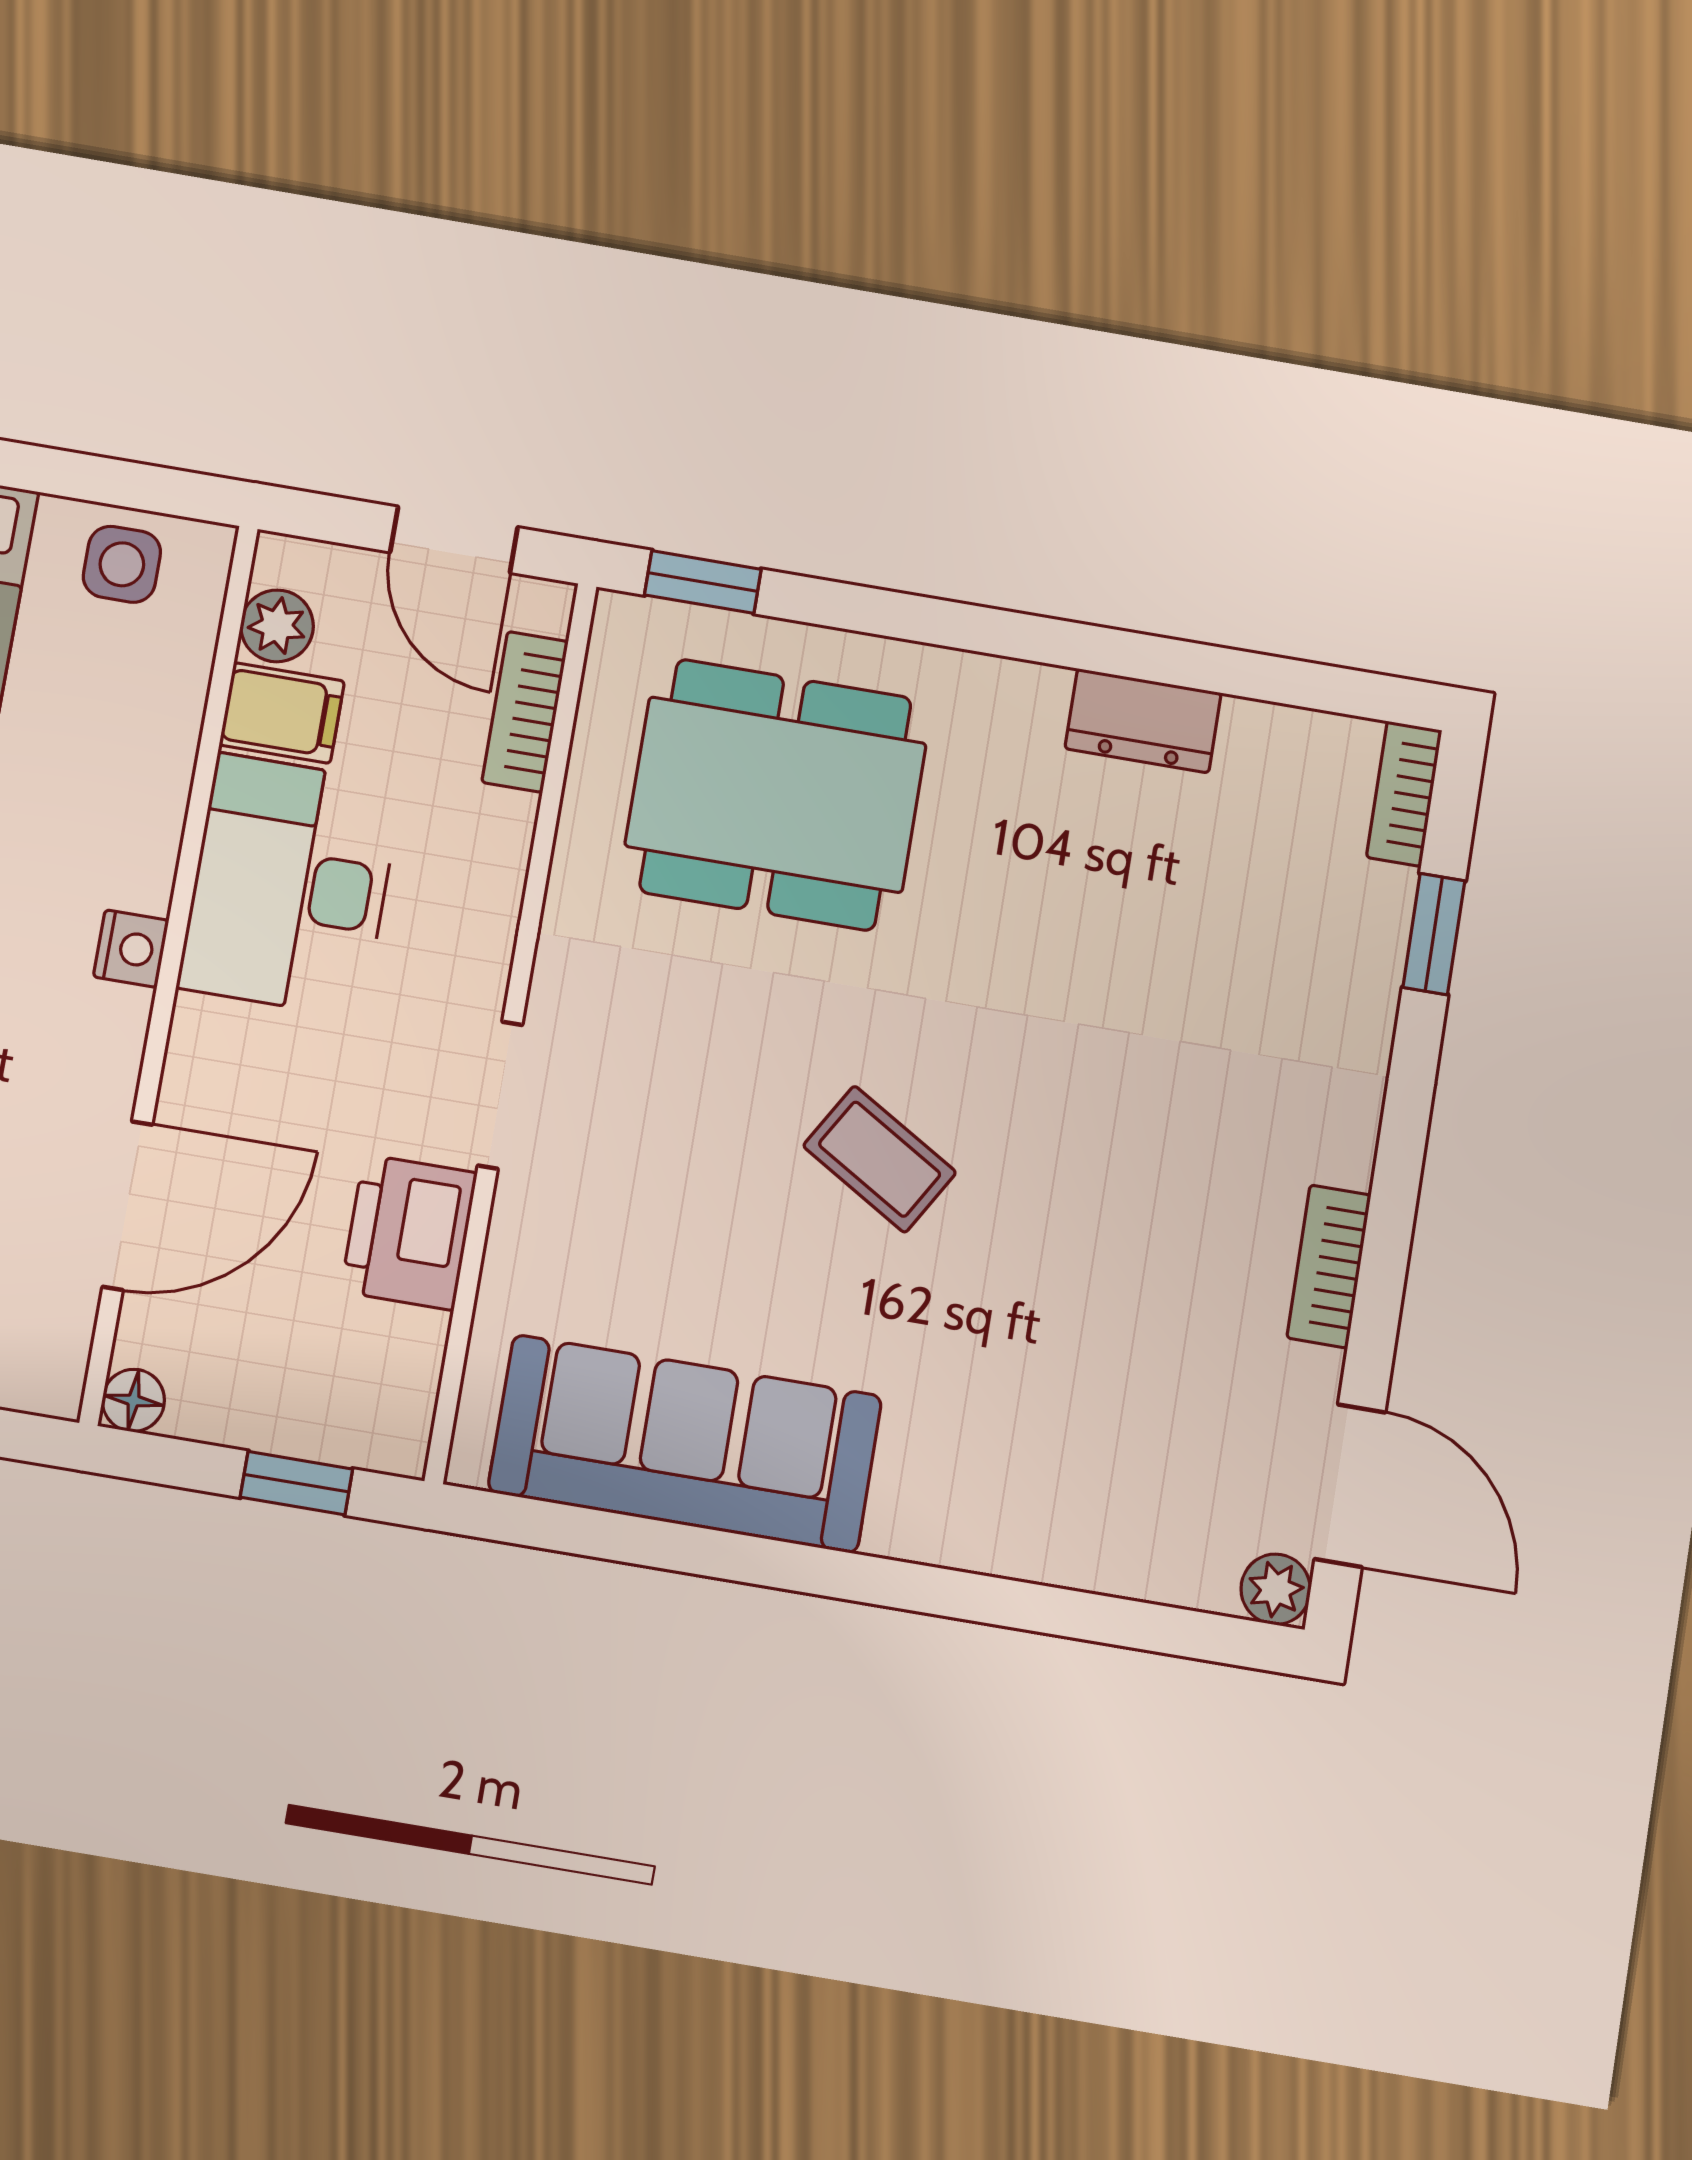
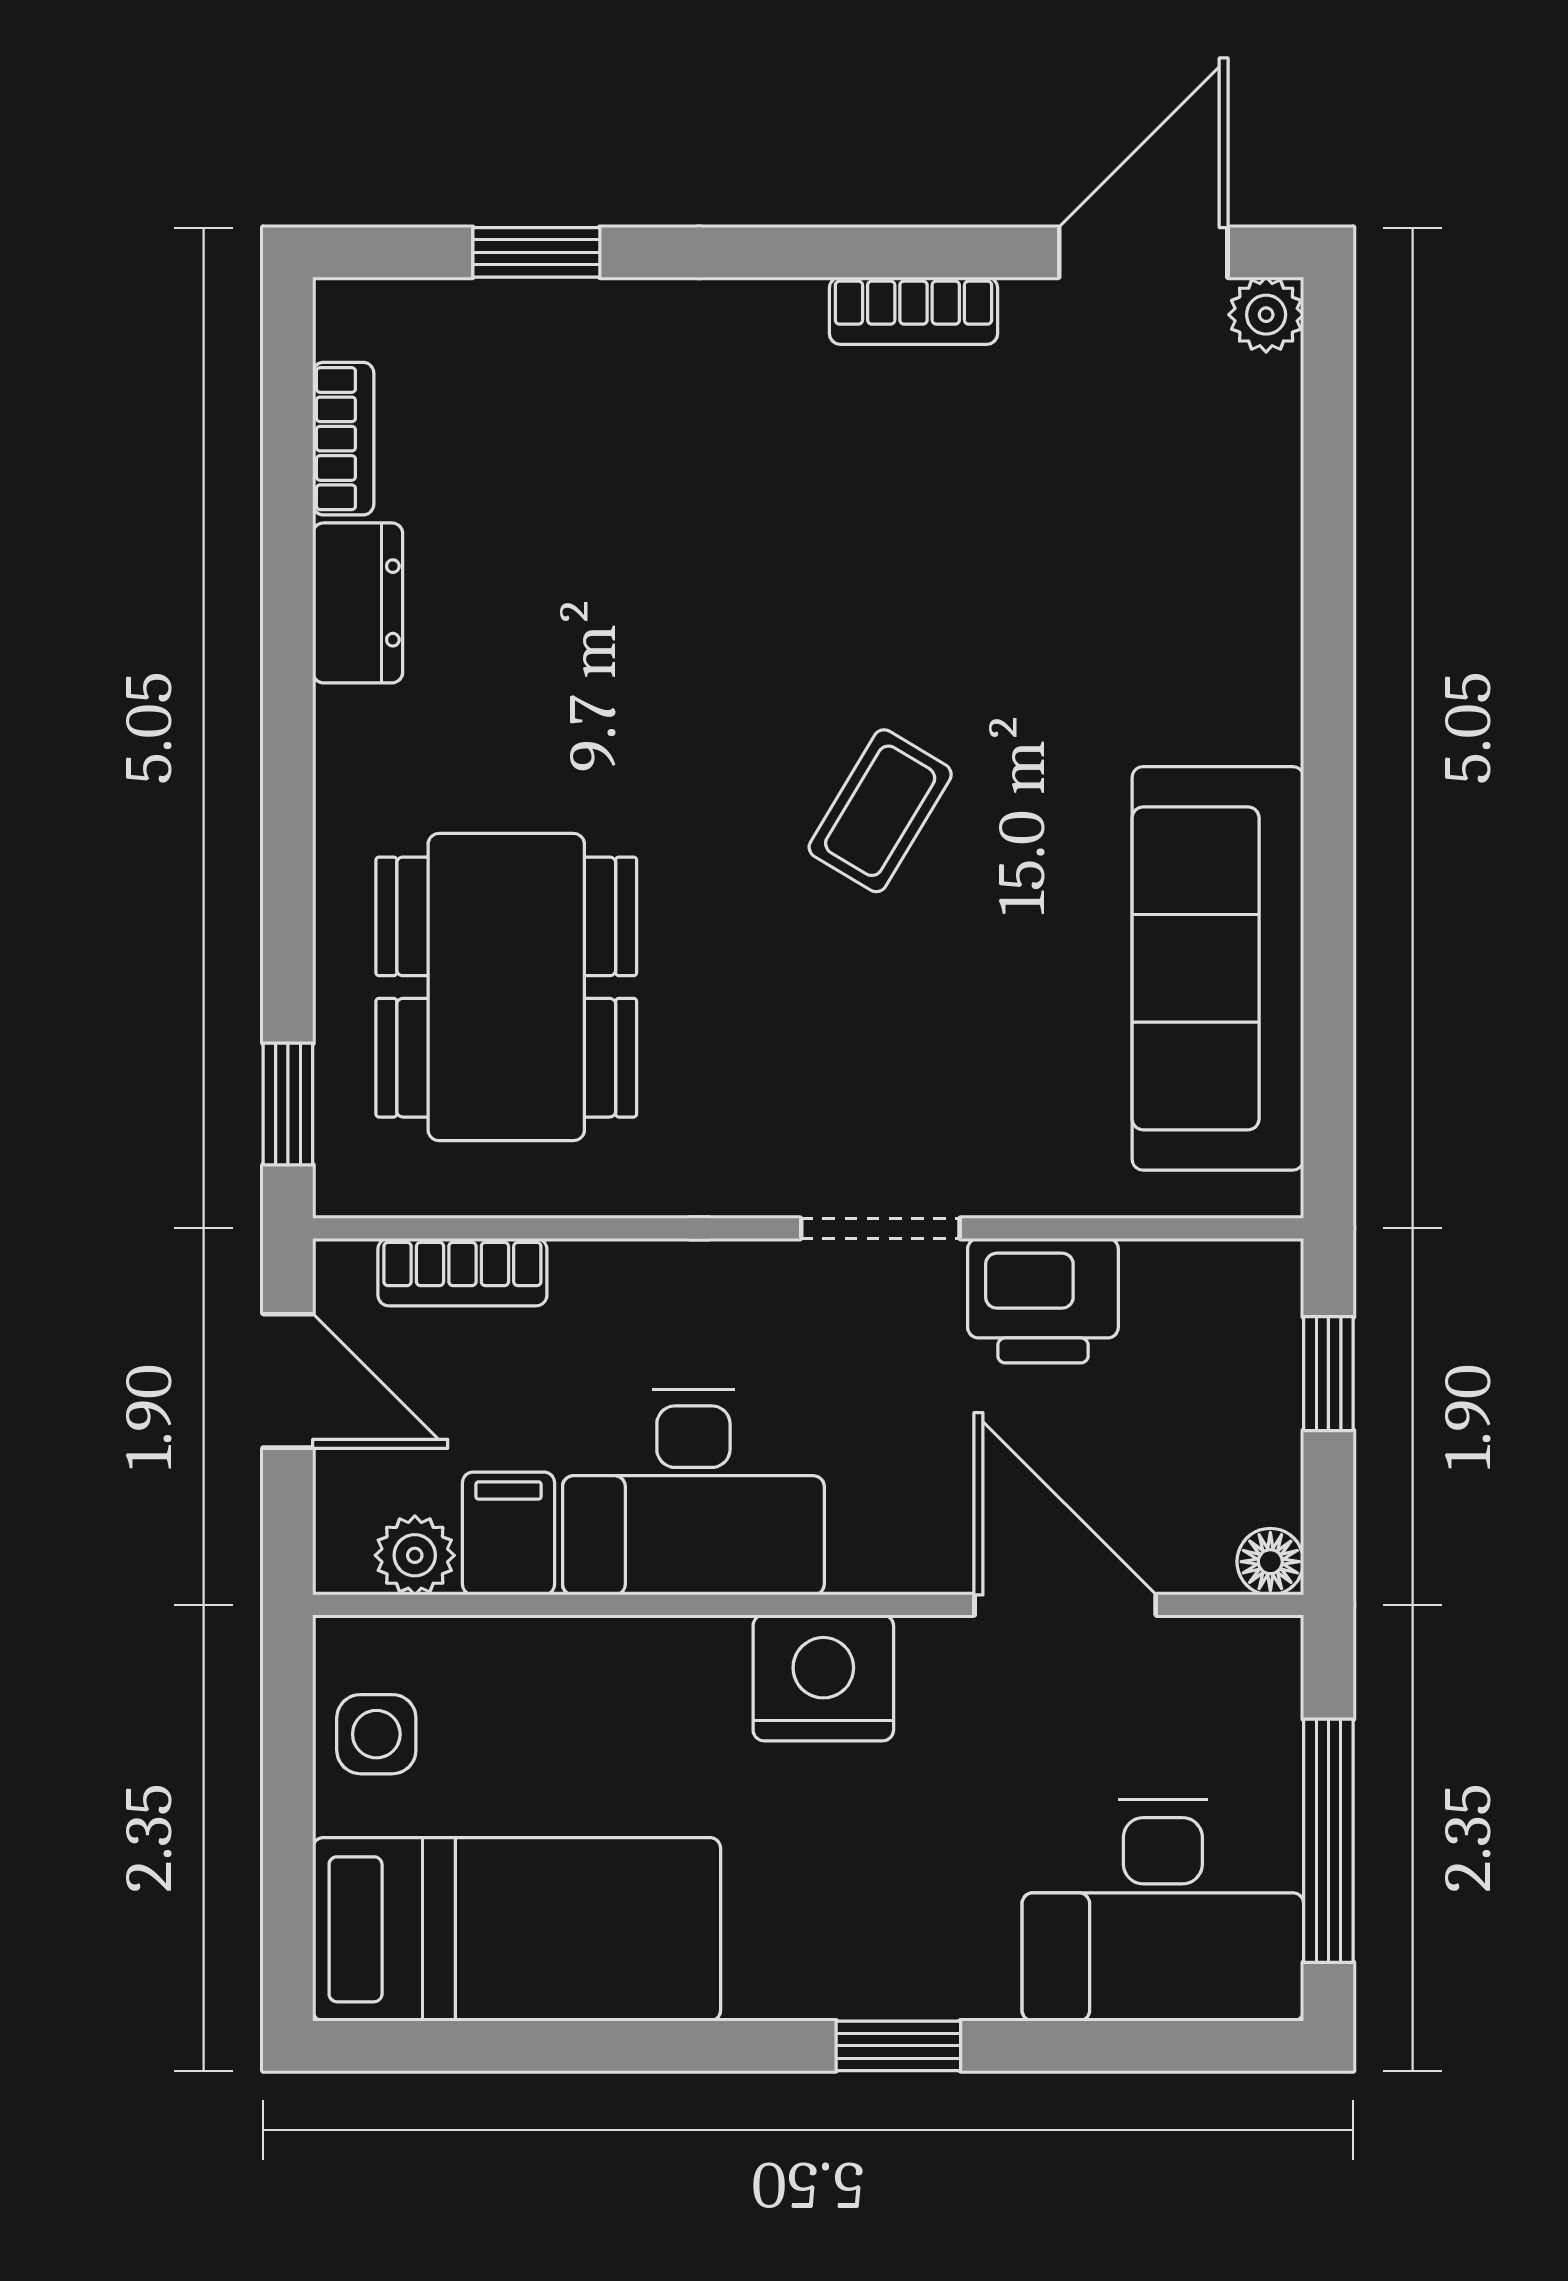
door: (454, 540) -> (288, 1381), hinge flipped
bookcase: (1404, 794) -> (343, 439), moved, turned -90
nightstand: (131, 949) -> (823, 1678), width x1.89, depth x1.79

